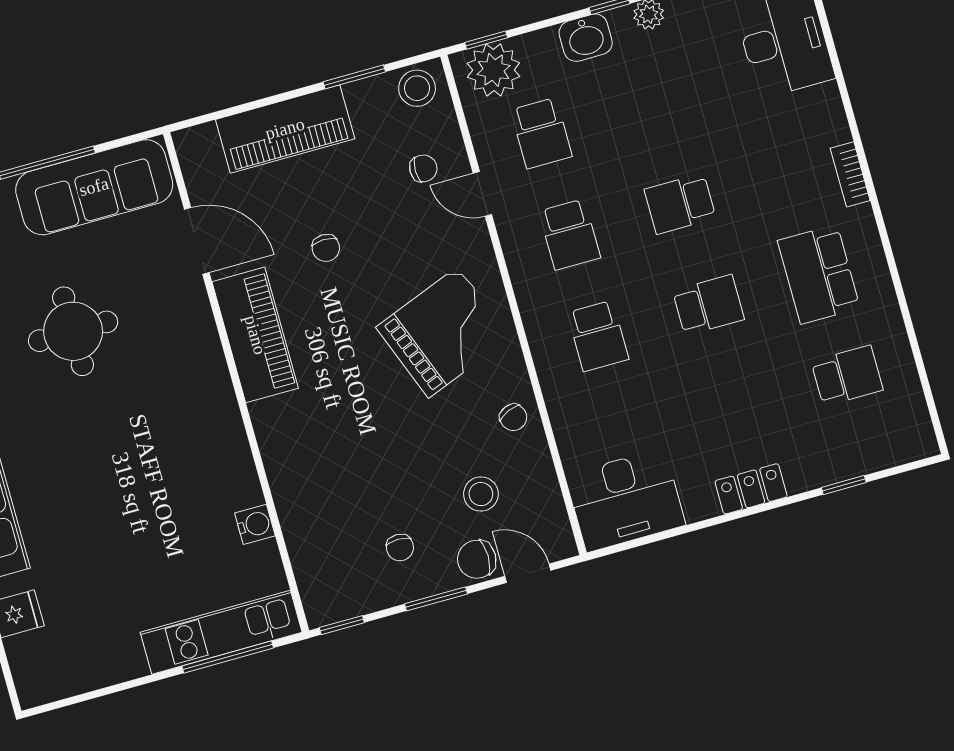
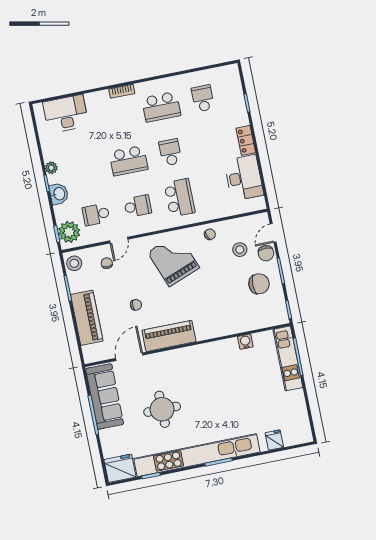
school desk: (541, 133) -> (96, 215), turned 180
school desk: (680, 204) -> (129, 161), width x1.85
school desk: (598, 336) -> (179, 198), width x1.85
desk: (625, 500) -> (244, 178), moved
chair: (400, 548) -> (259, 284), width x1.87, depth x1.87

